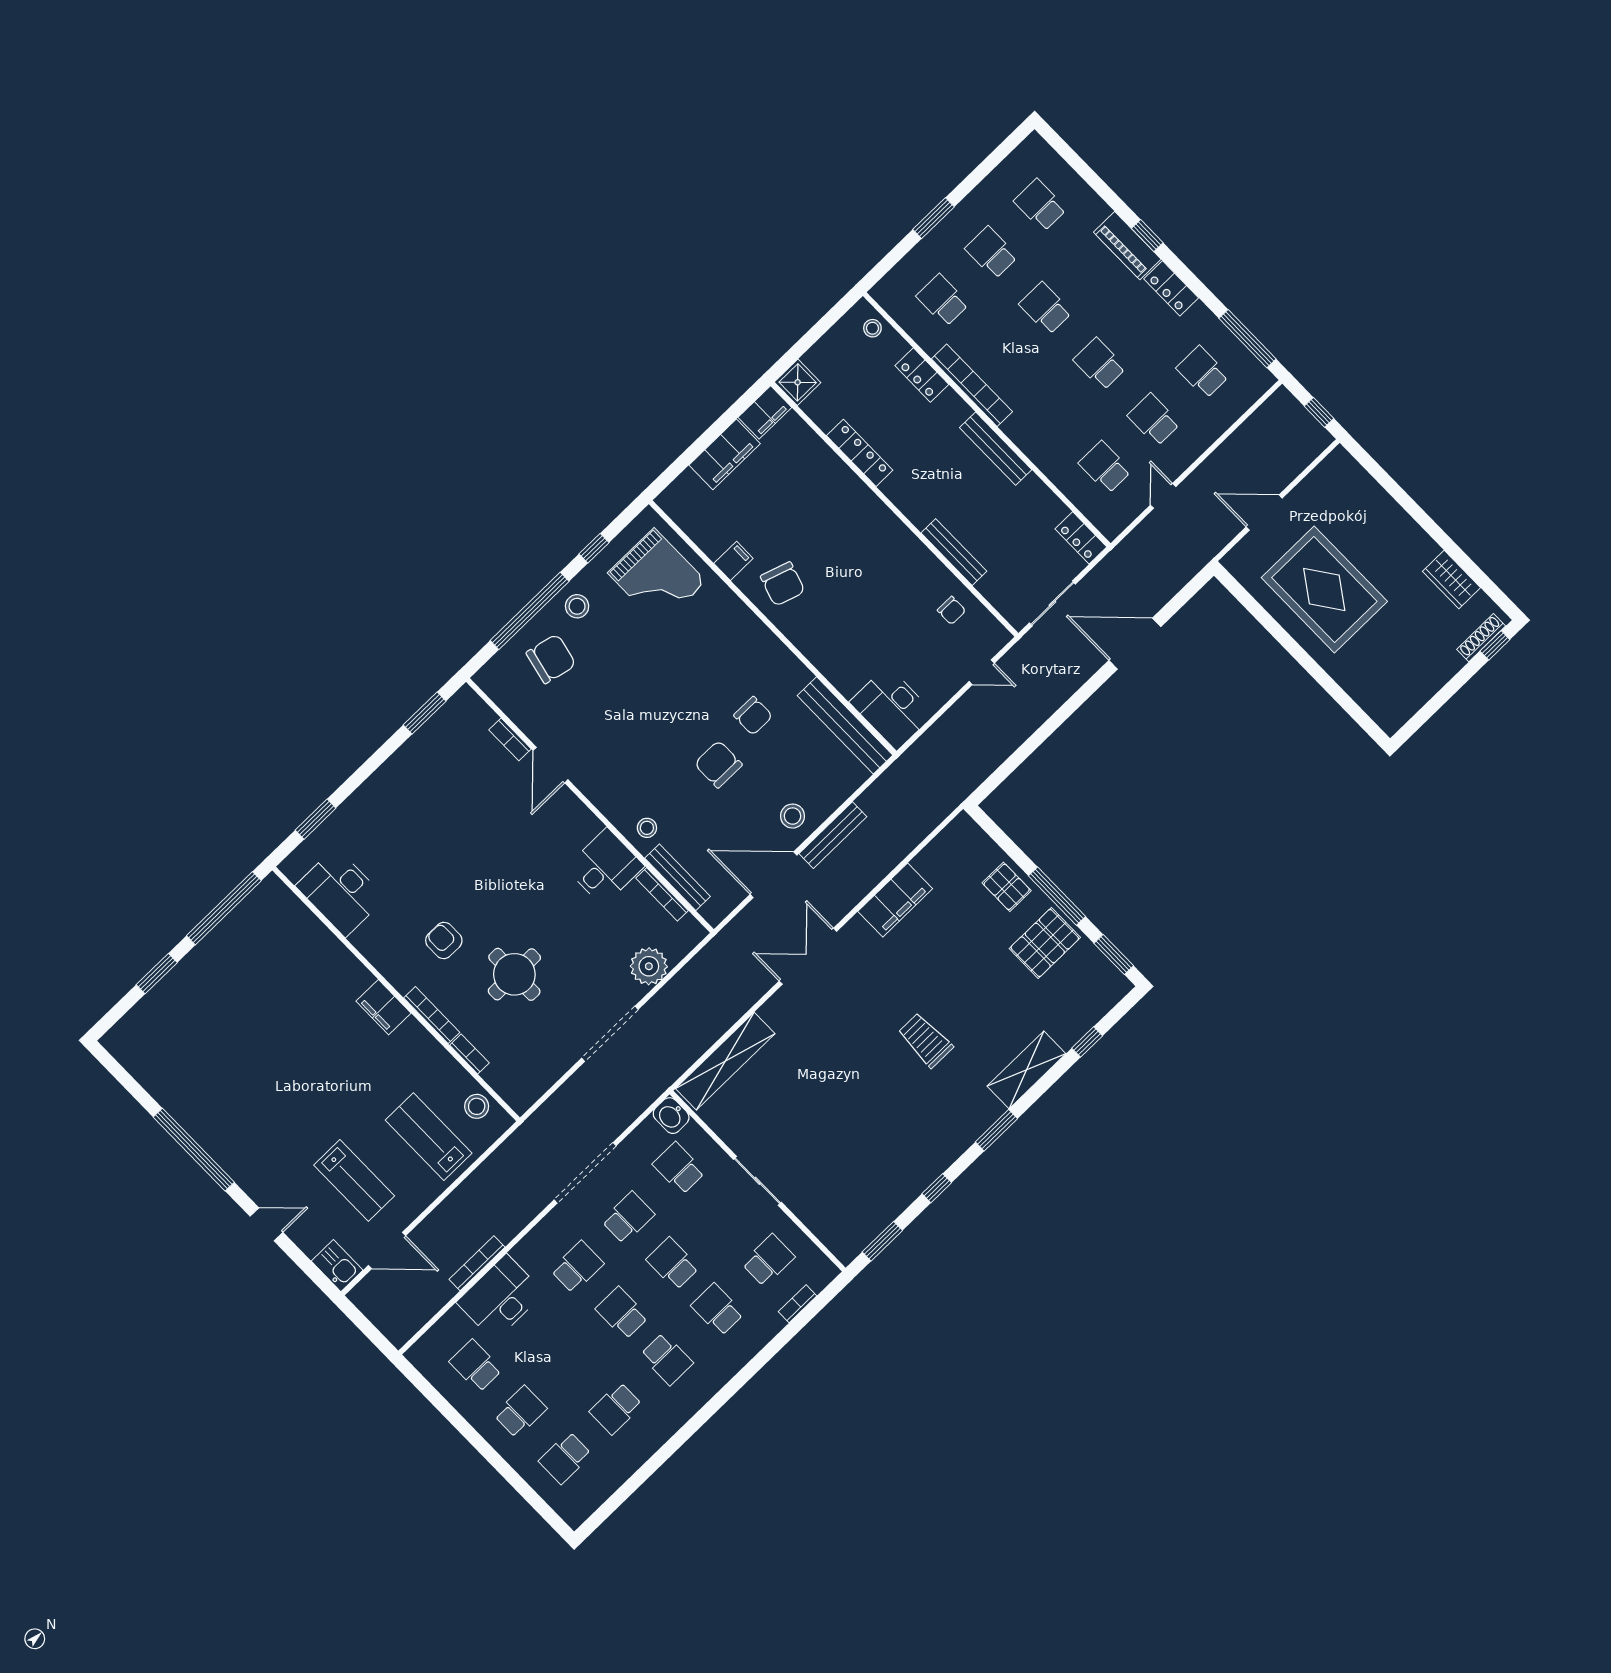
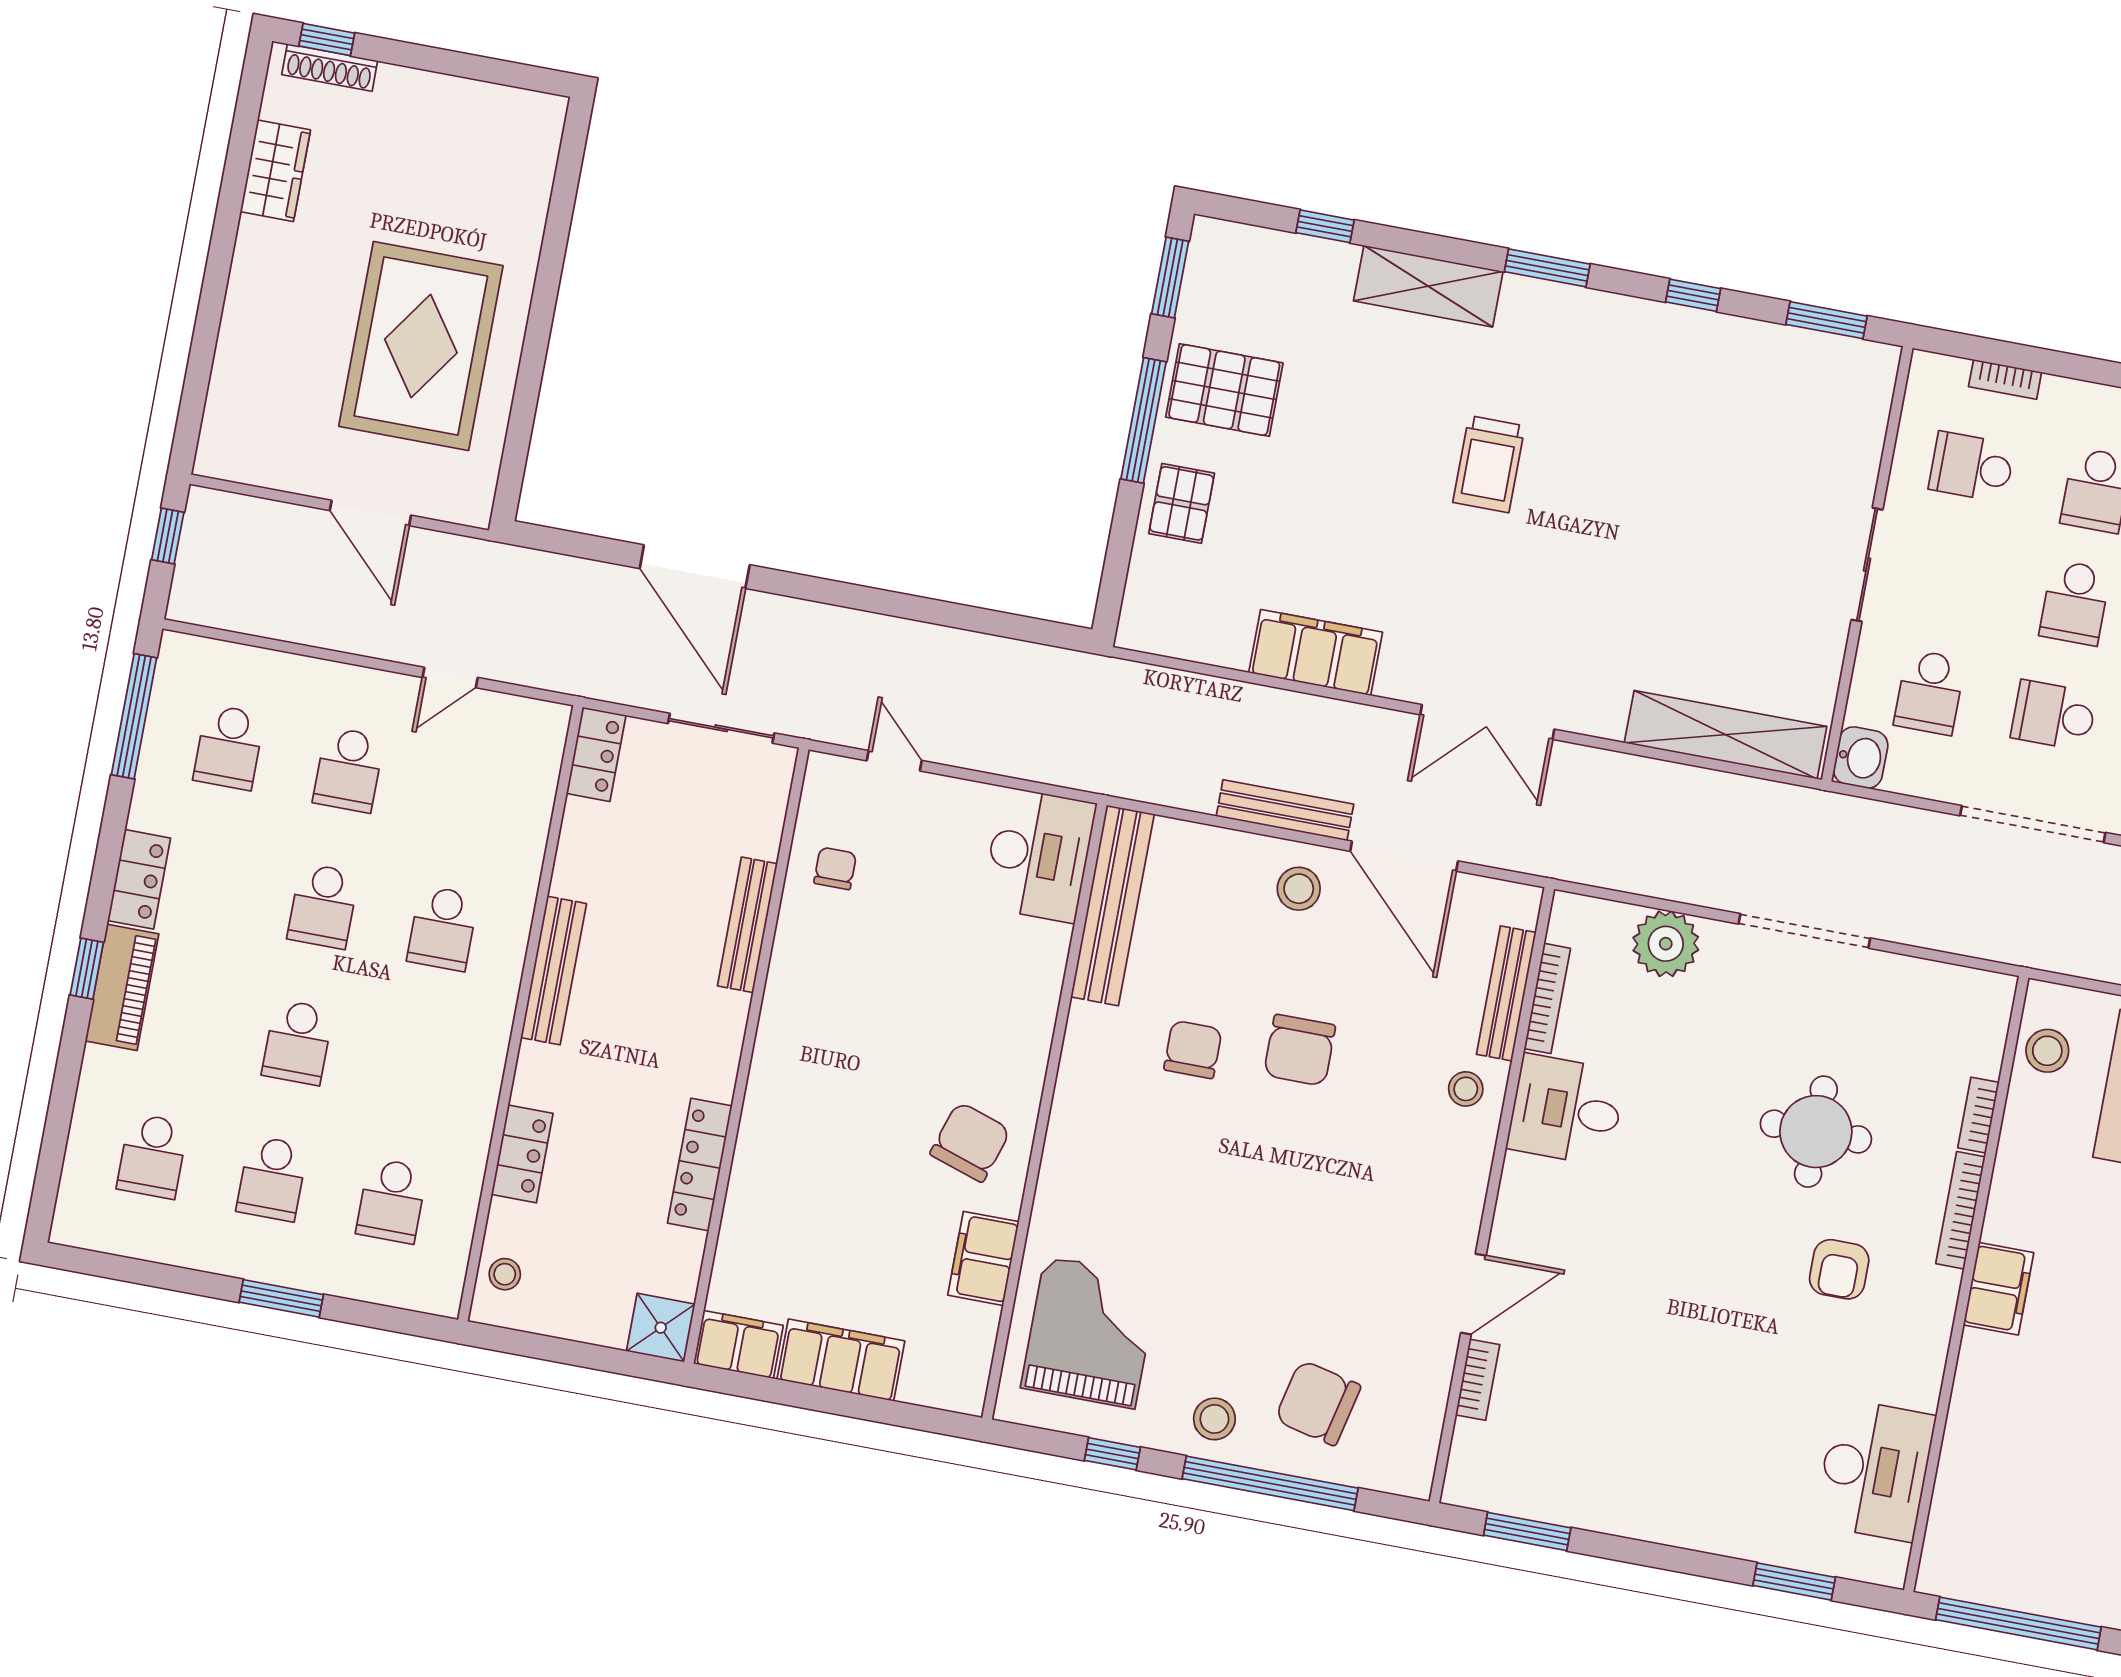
bookcase: (972, 385) -> (486, 1070), removed
school desk: (1105, 467) -> (443, 928), moved
filing cabinet: (733, 561) -> (983, 1258), width x2.00

